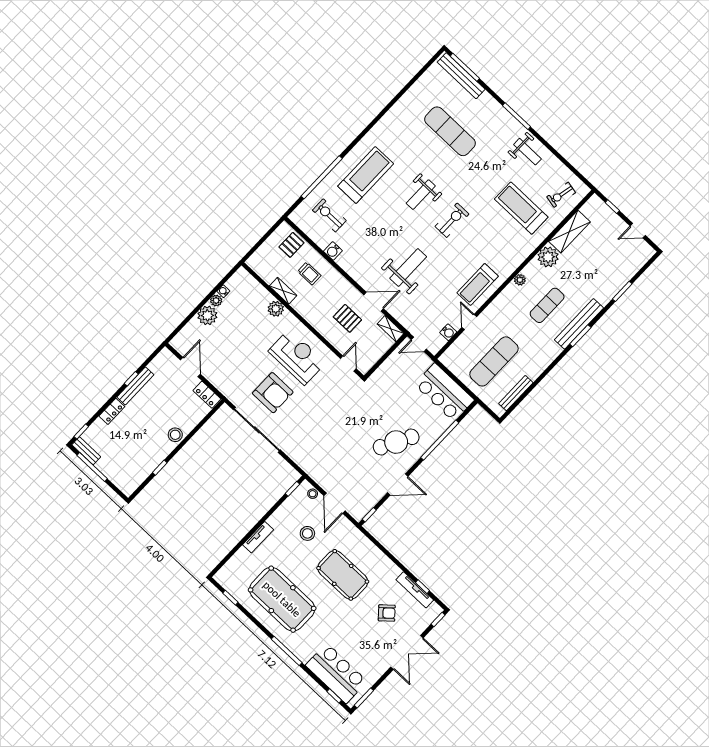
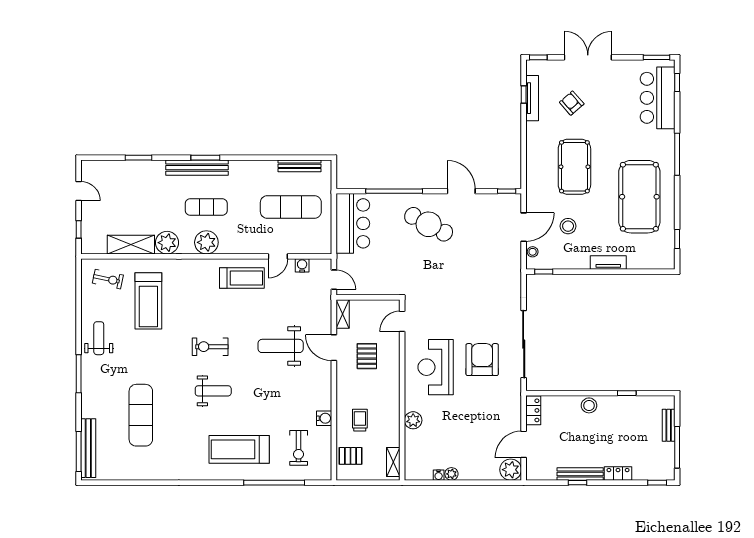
plant: (520, 280) -> (206, 242), width x1.87, depth x1.87
shelving: (283, 291) -> (393, 462), moved
plant: (207, 315) -> (511, 470), moved
bench: (86, 451) -> (669, 425), moved

